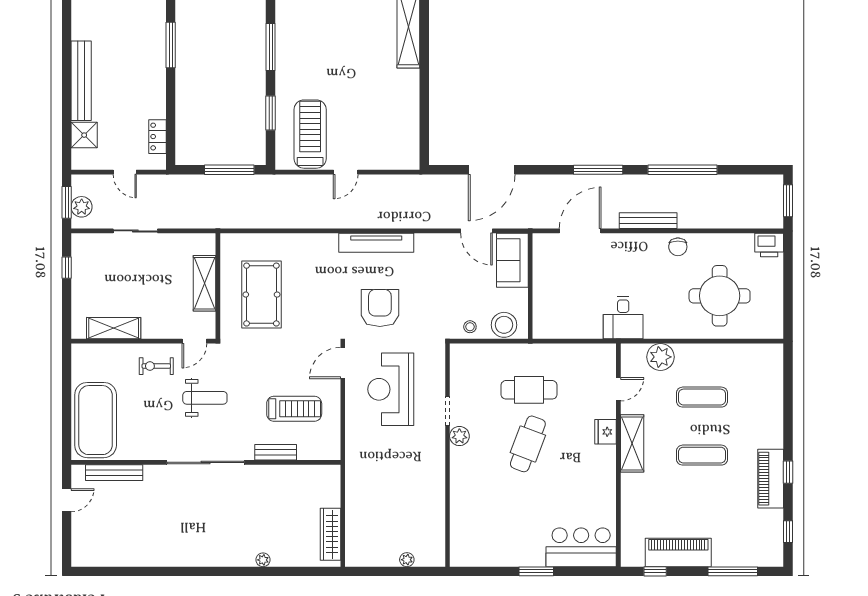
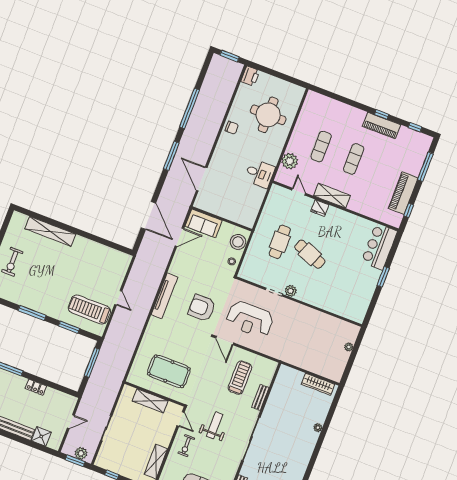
locker: (157, 137) -> (36, 387), moved
bench: (648, 221) -> (211, 139), removed

